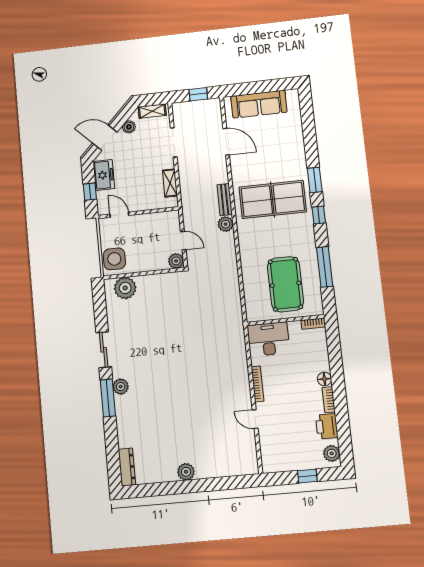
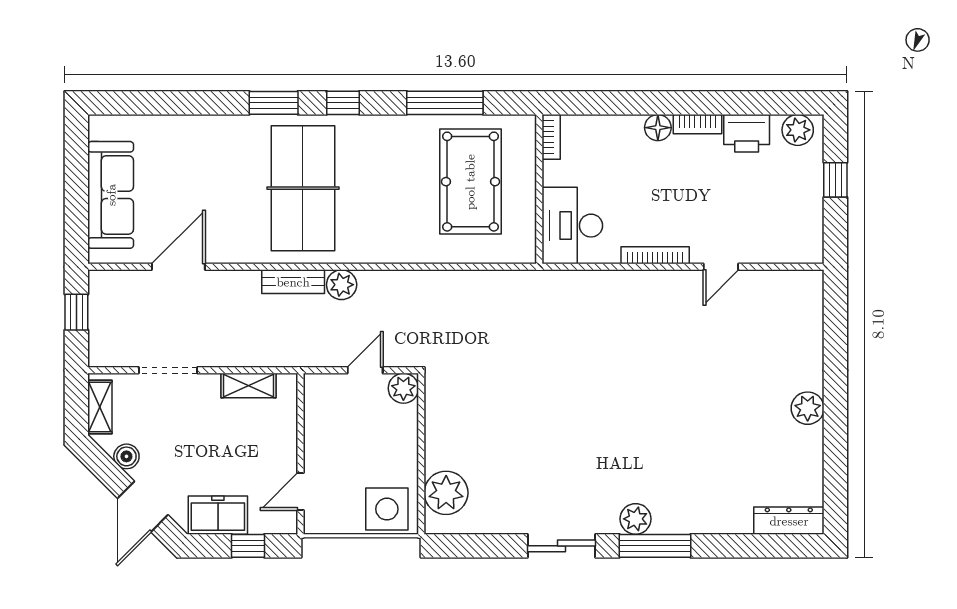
pool table: (285, 284) -> (470, 182), turned 90

